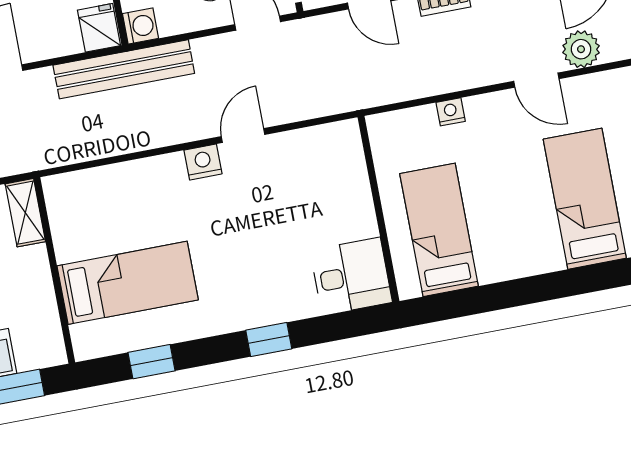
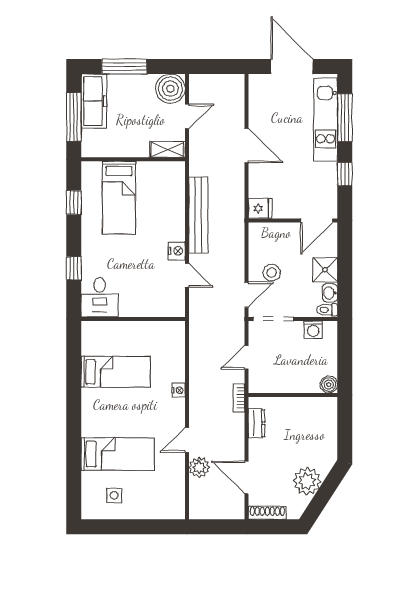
washing machine: (141, 26) -> (257, 231), removed
bench: (124, 69) -> (198, 215), moved
wall: (379, 209) -> (133, 319), moved
desk: (351, 276) -> (100, 297), moved

